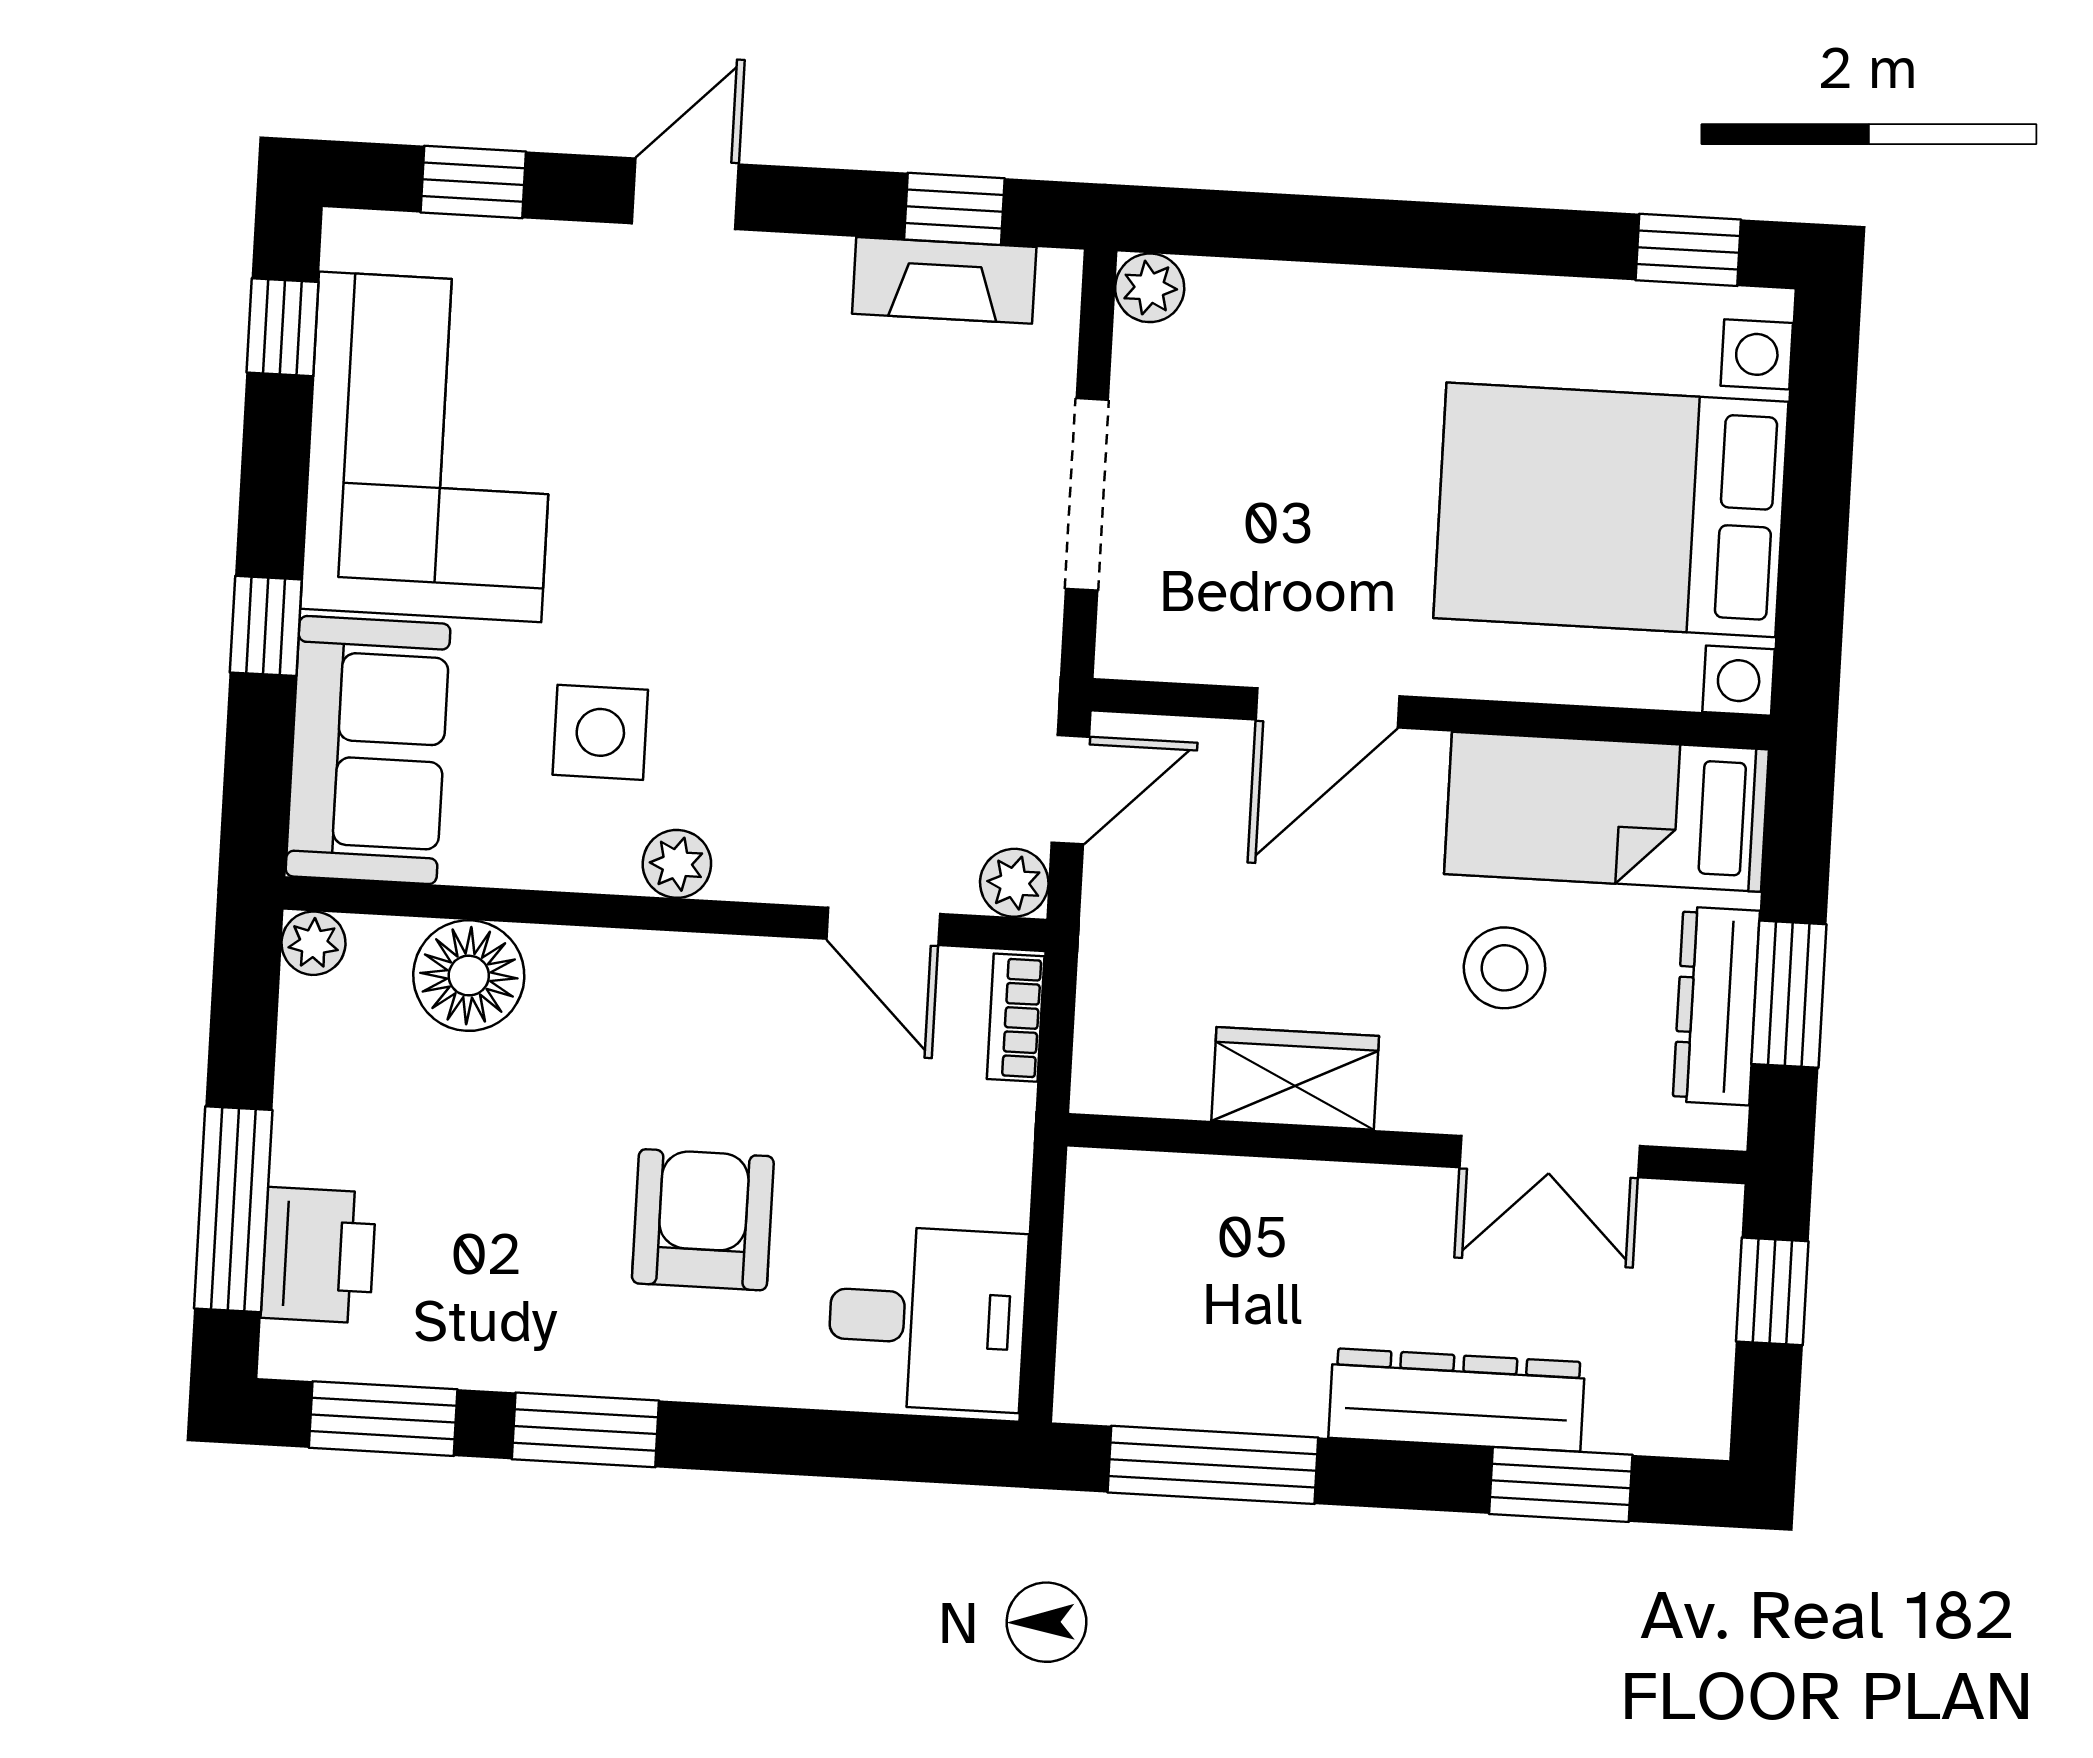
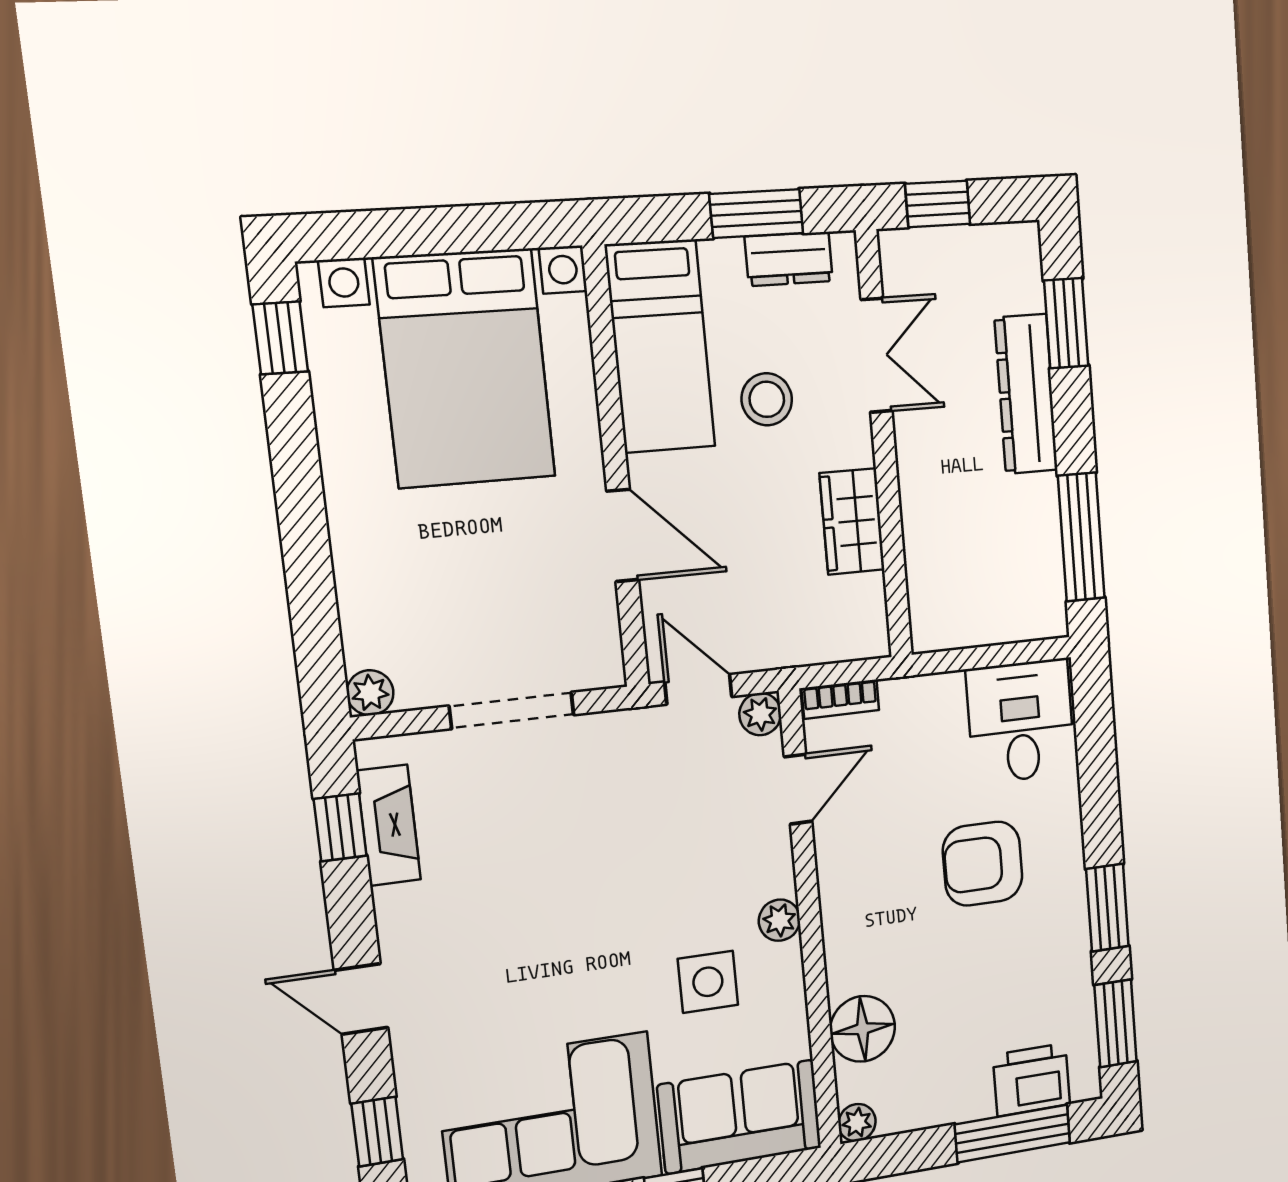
dresser: (1716, 1006) -> (789, 259), width x0.70

